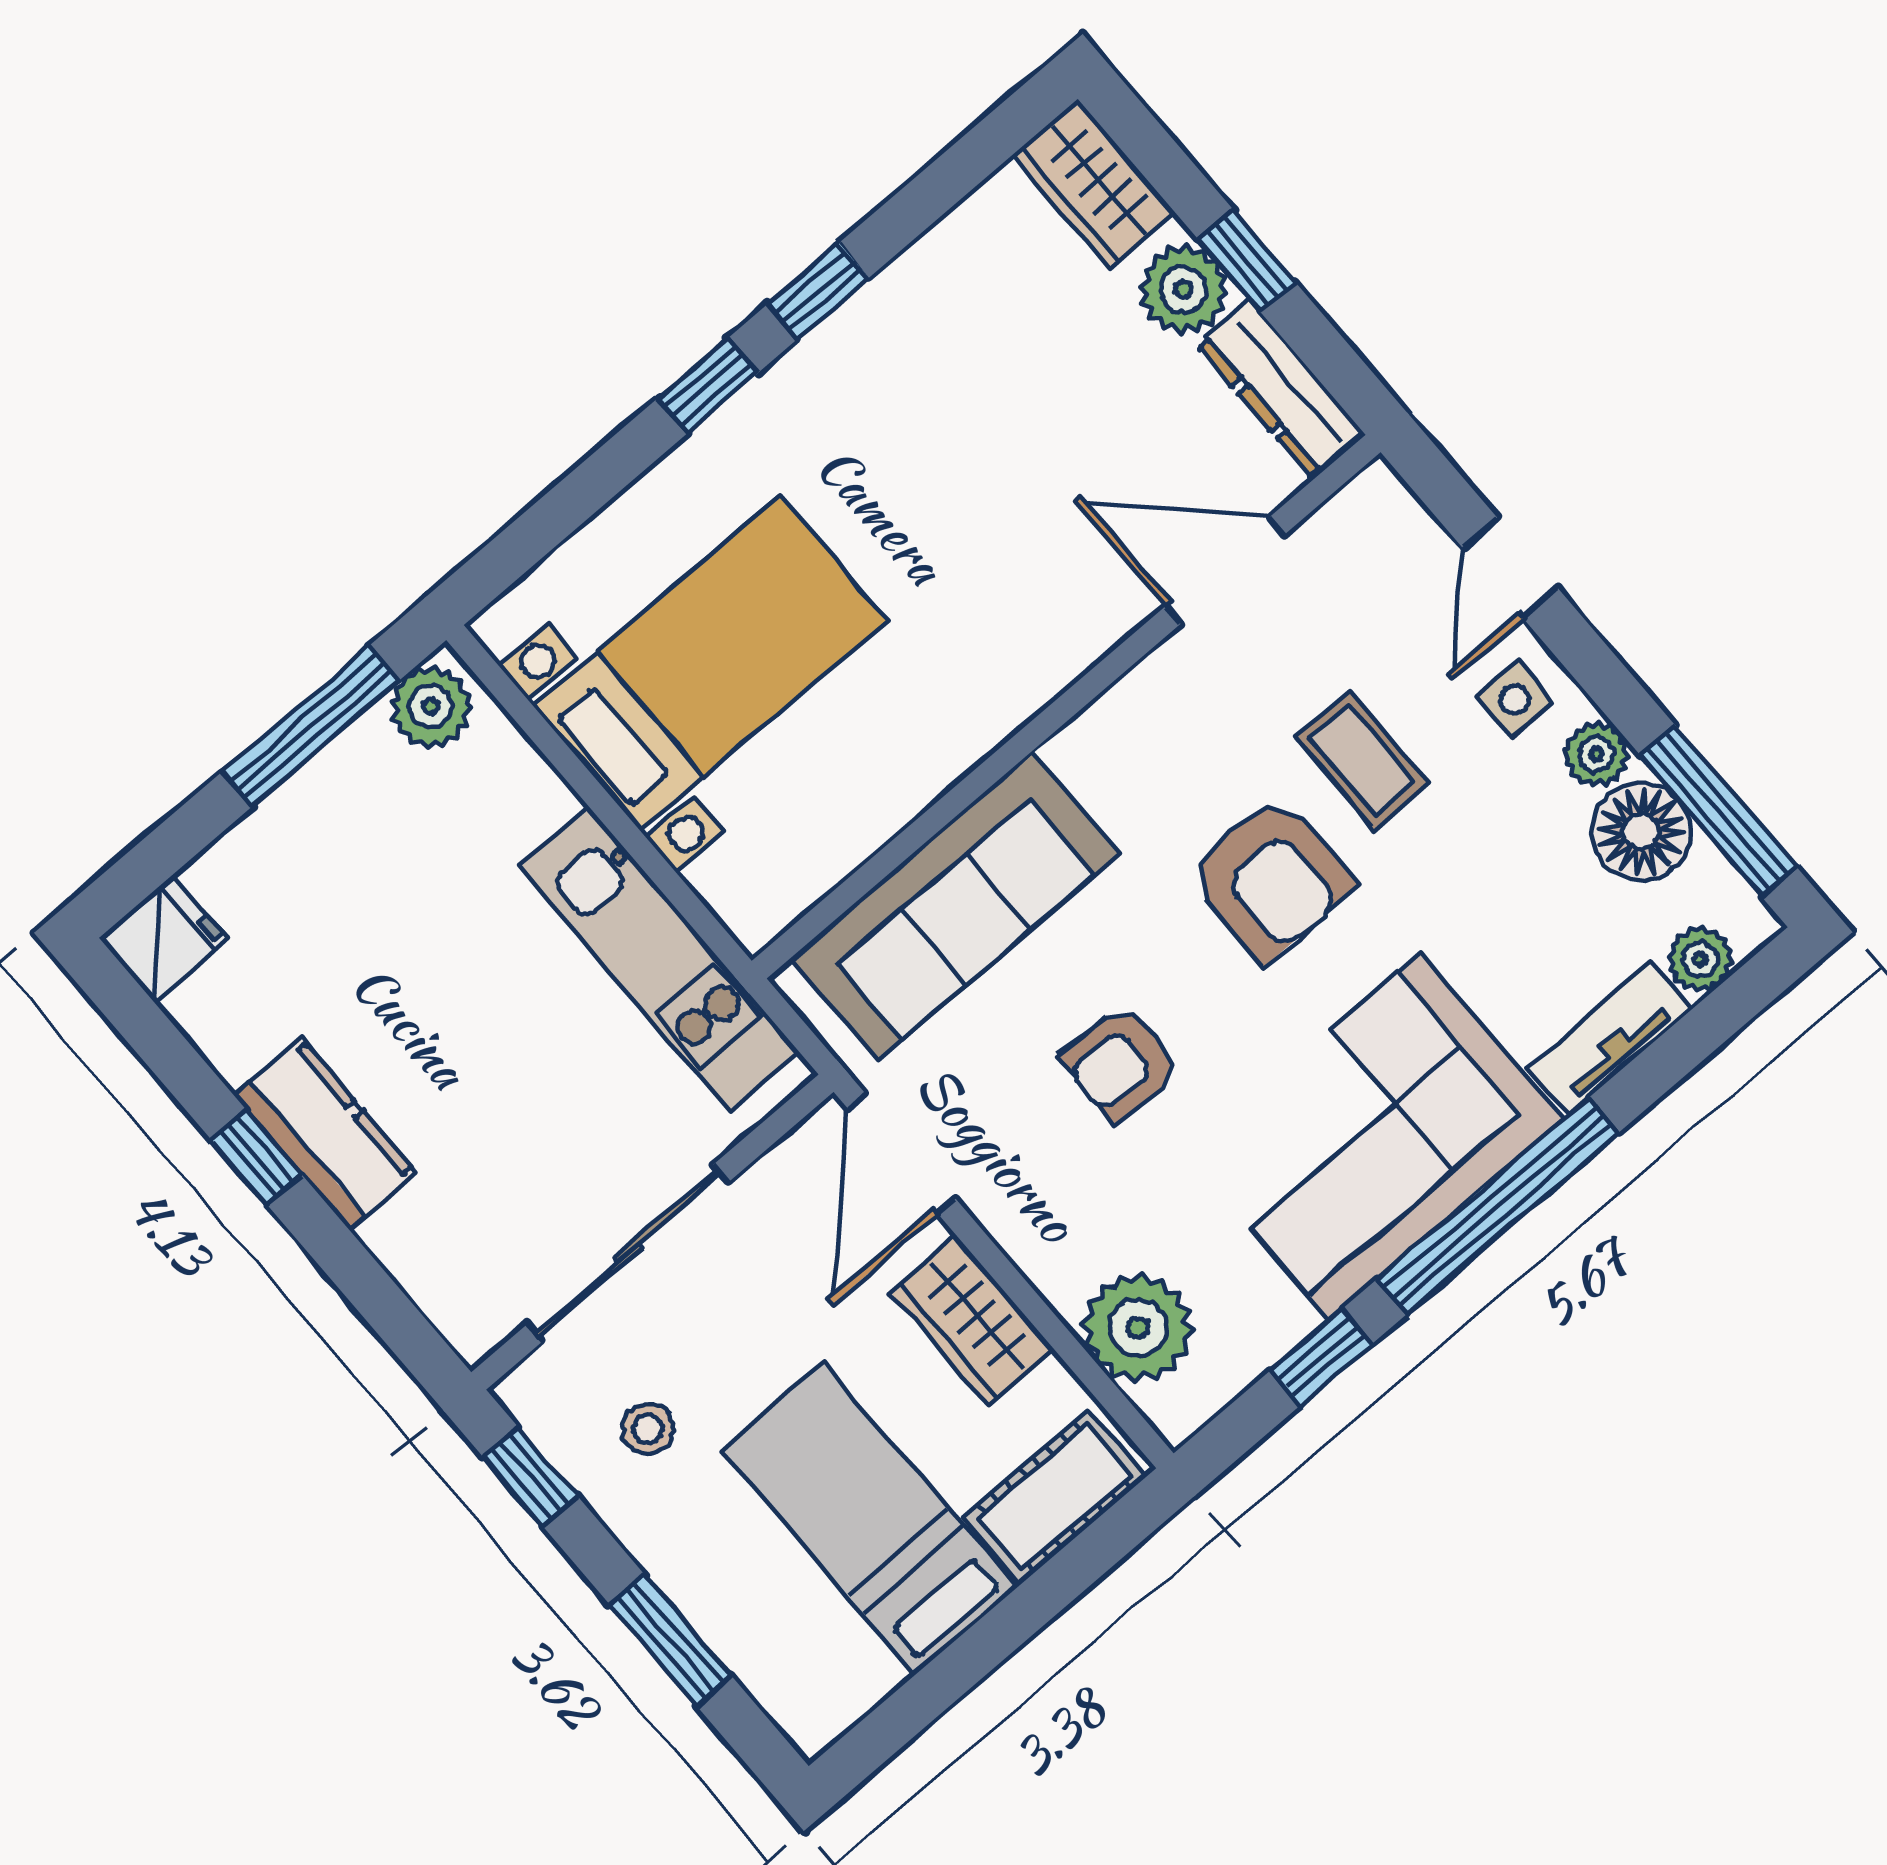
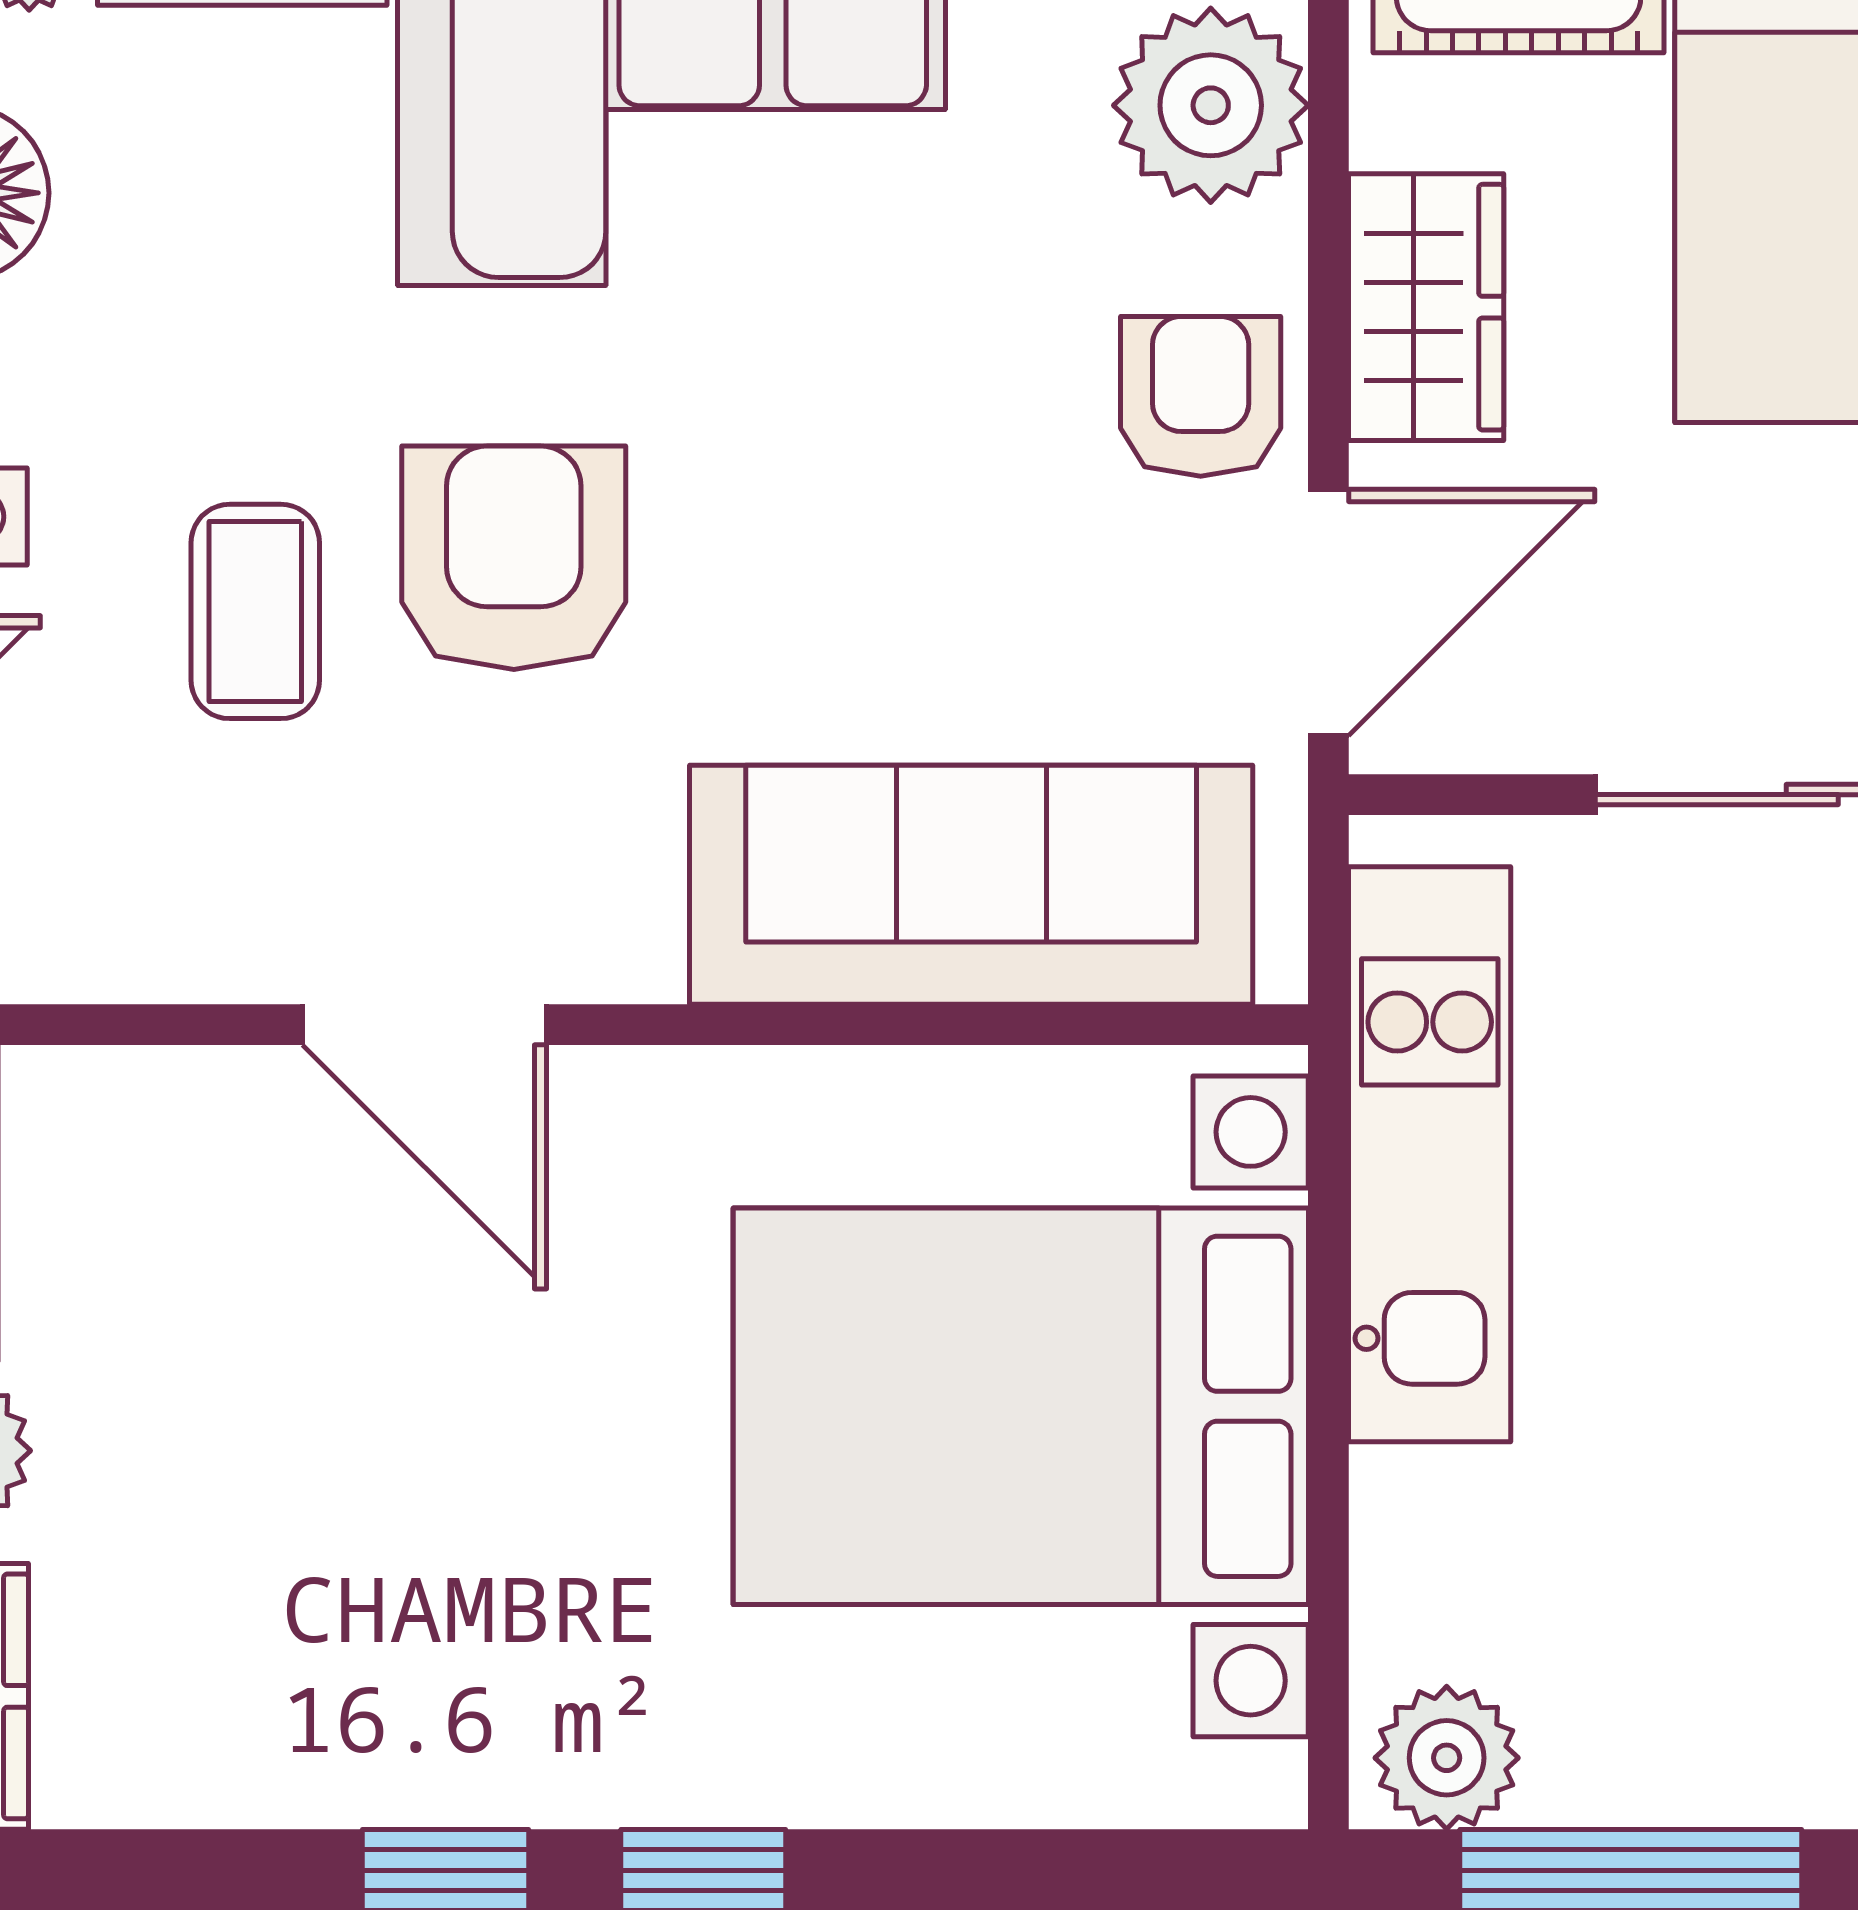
door: (1225, 570) -> (425, 1025), moved
bed with nightstands: (710, 663) -> (1021, 1406), width x1.36
armchair: (1121, 1063) -> (1201, 396), moved, turned -93

